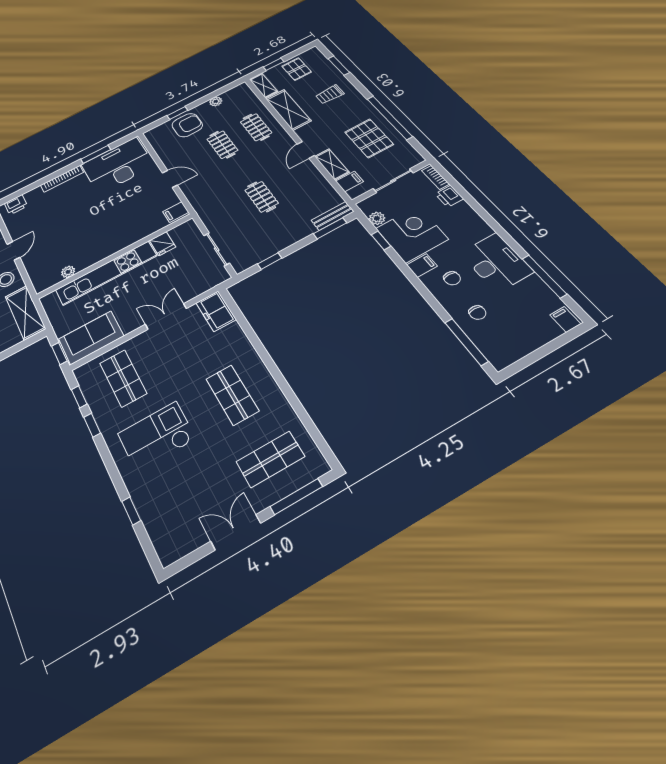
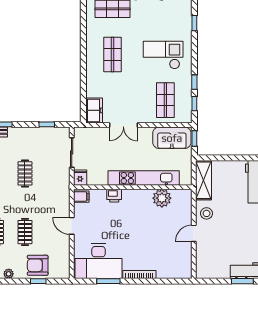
printer: (16, 205) -> (114, 196), moved, turned 180
fridge: (163, 244) -> (80, 178), moved
plant: (68, 272) -> (162, 198), width x1.88, depth x1.88
checkout: (157, 436) -> (163, 55), turned 180

